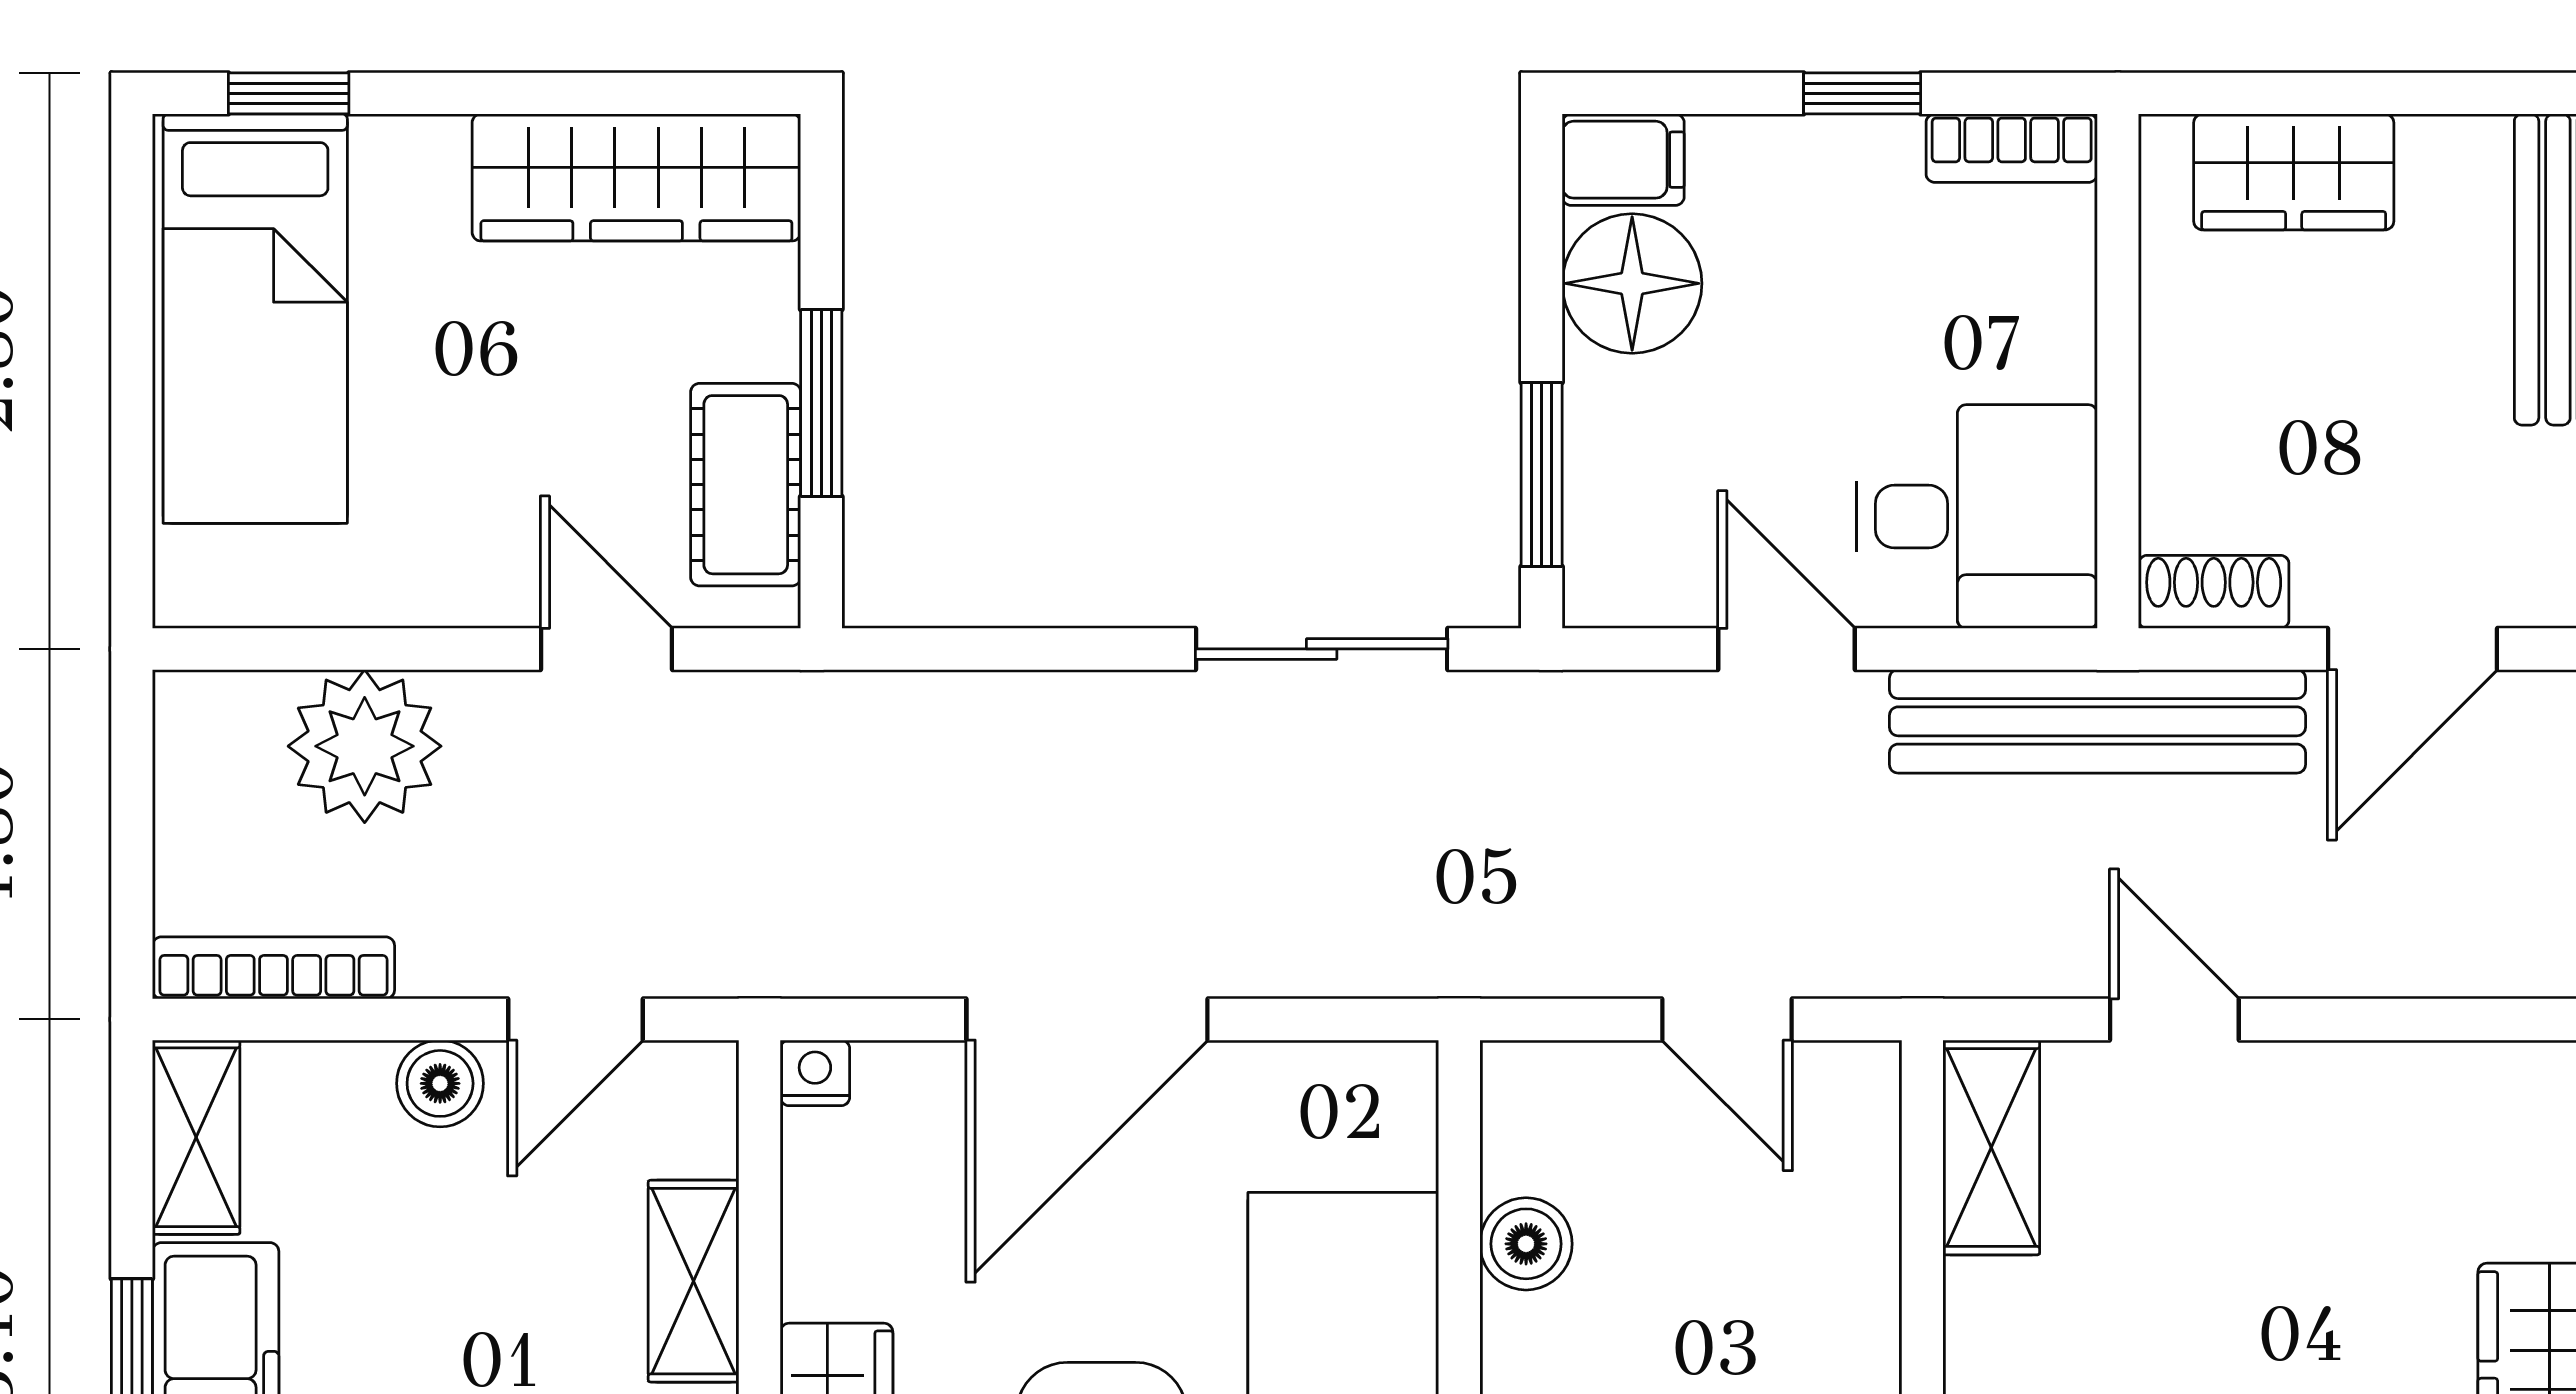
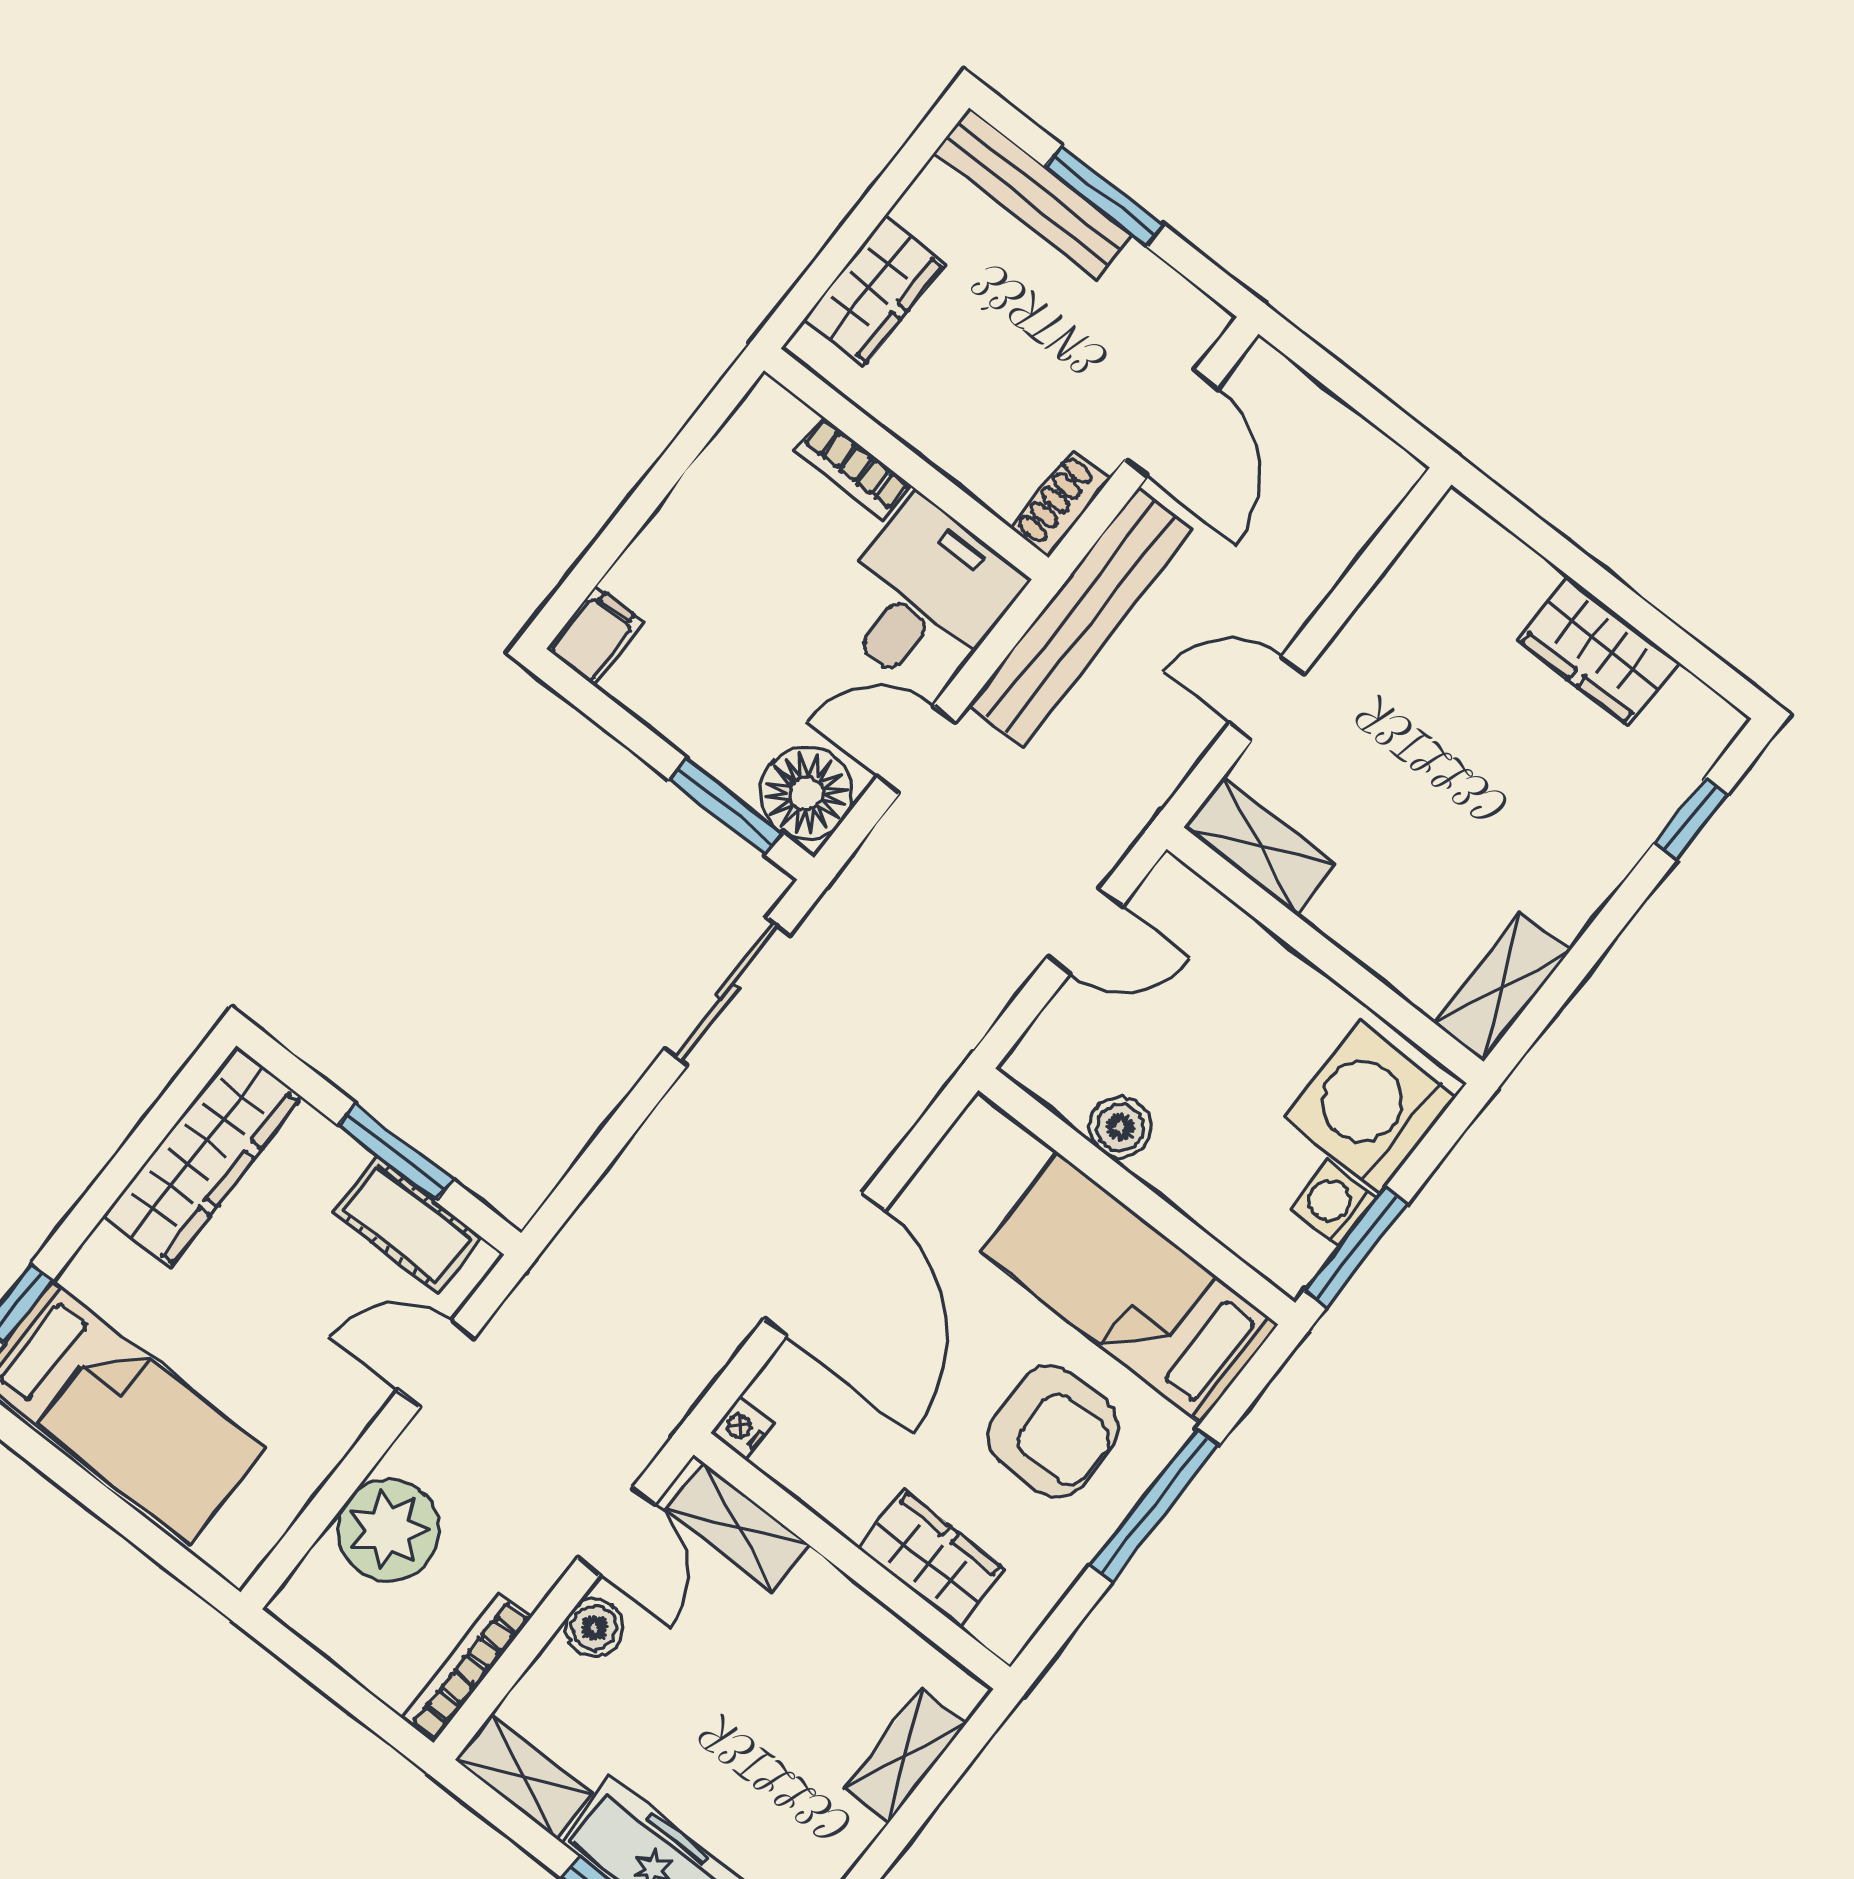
window: (1862, 93) -> (658, 484), removed
bookcase: (2012, 148) -> (853, 468), moved, turned 90
floor lamp: (1632, 283) -> (806, 793), moved
shelving: (694, 1281) -> (738, 1527), moved

